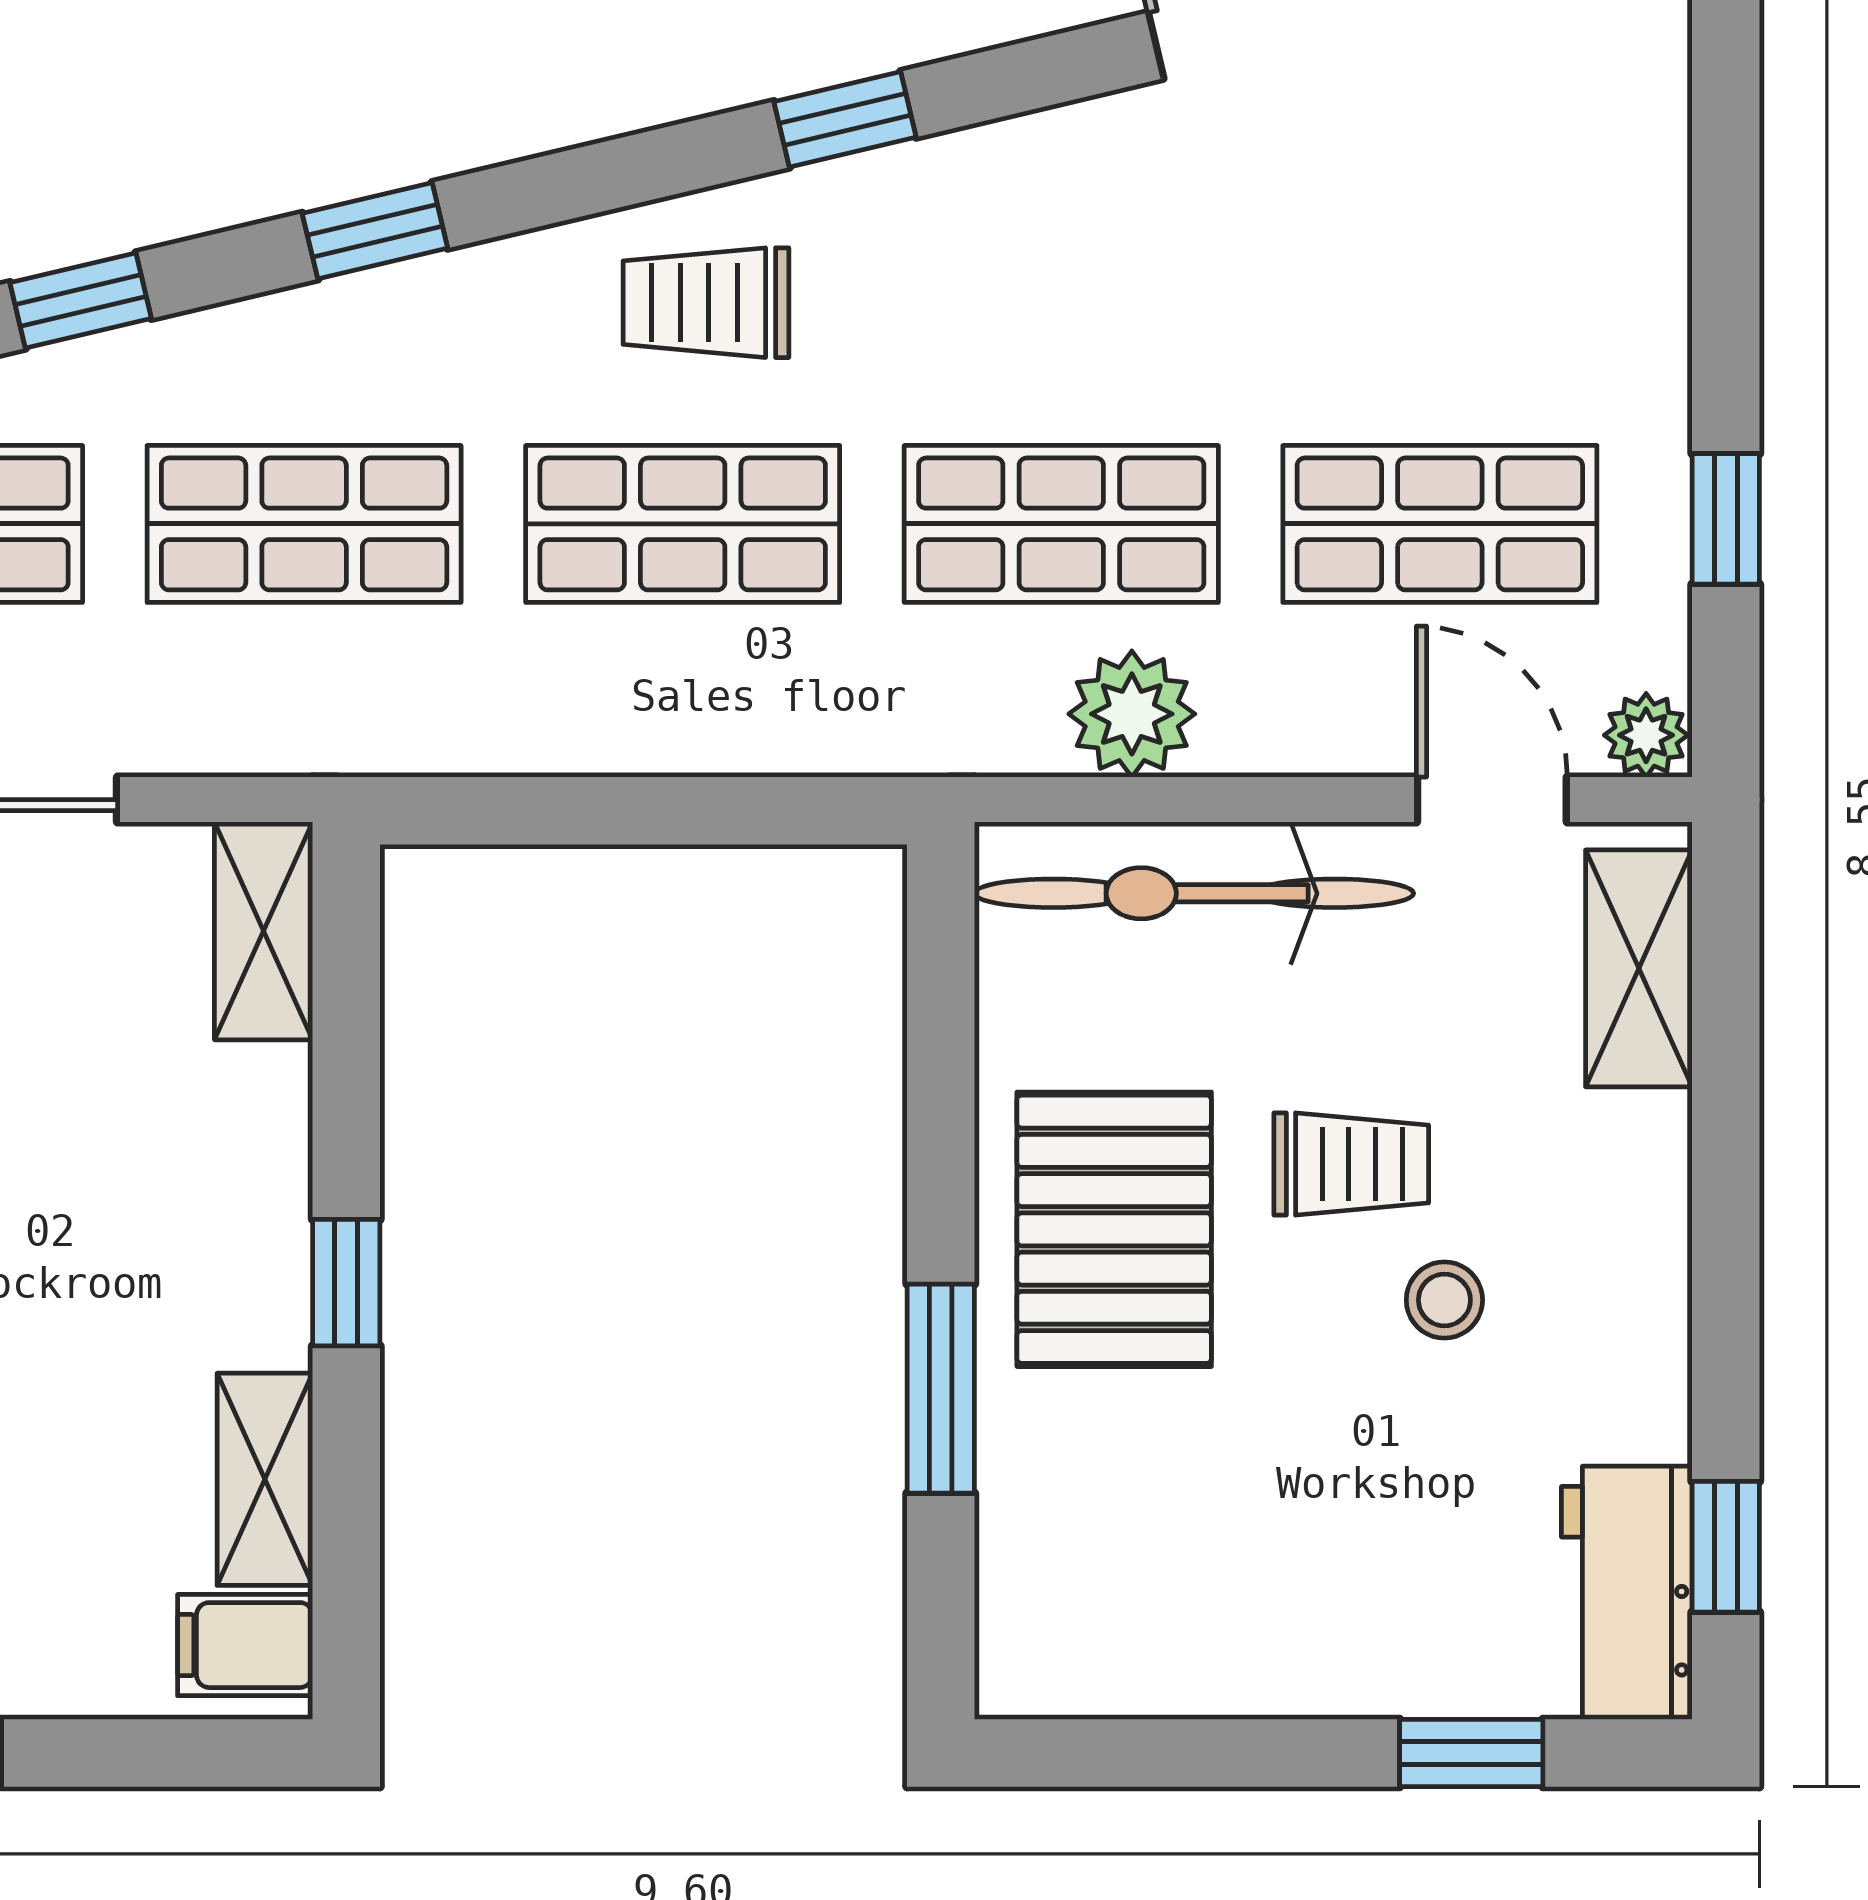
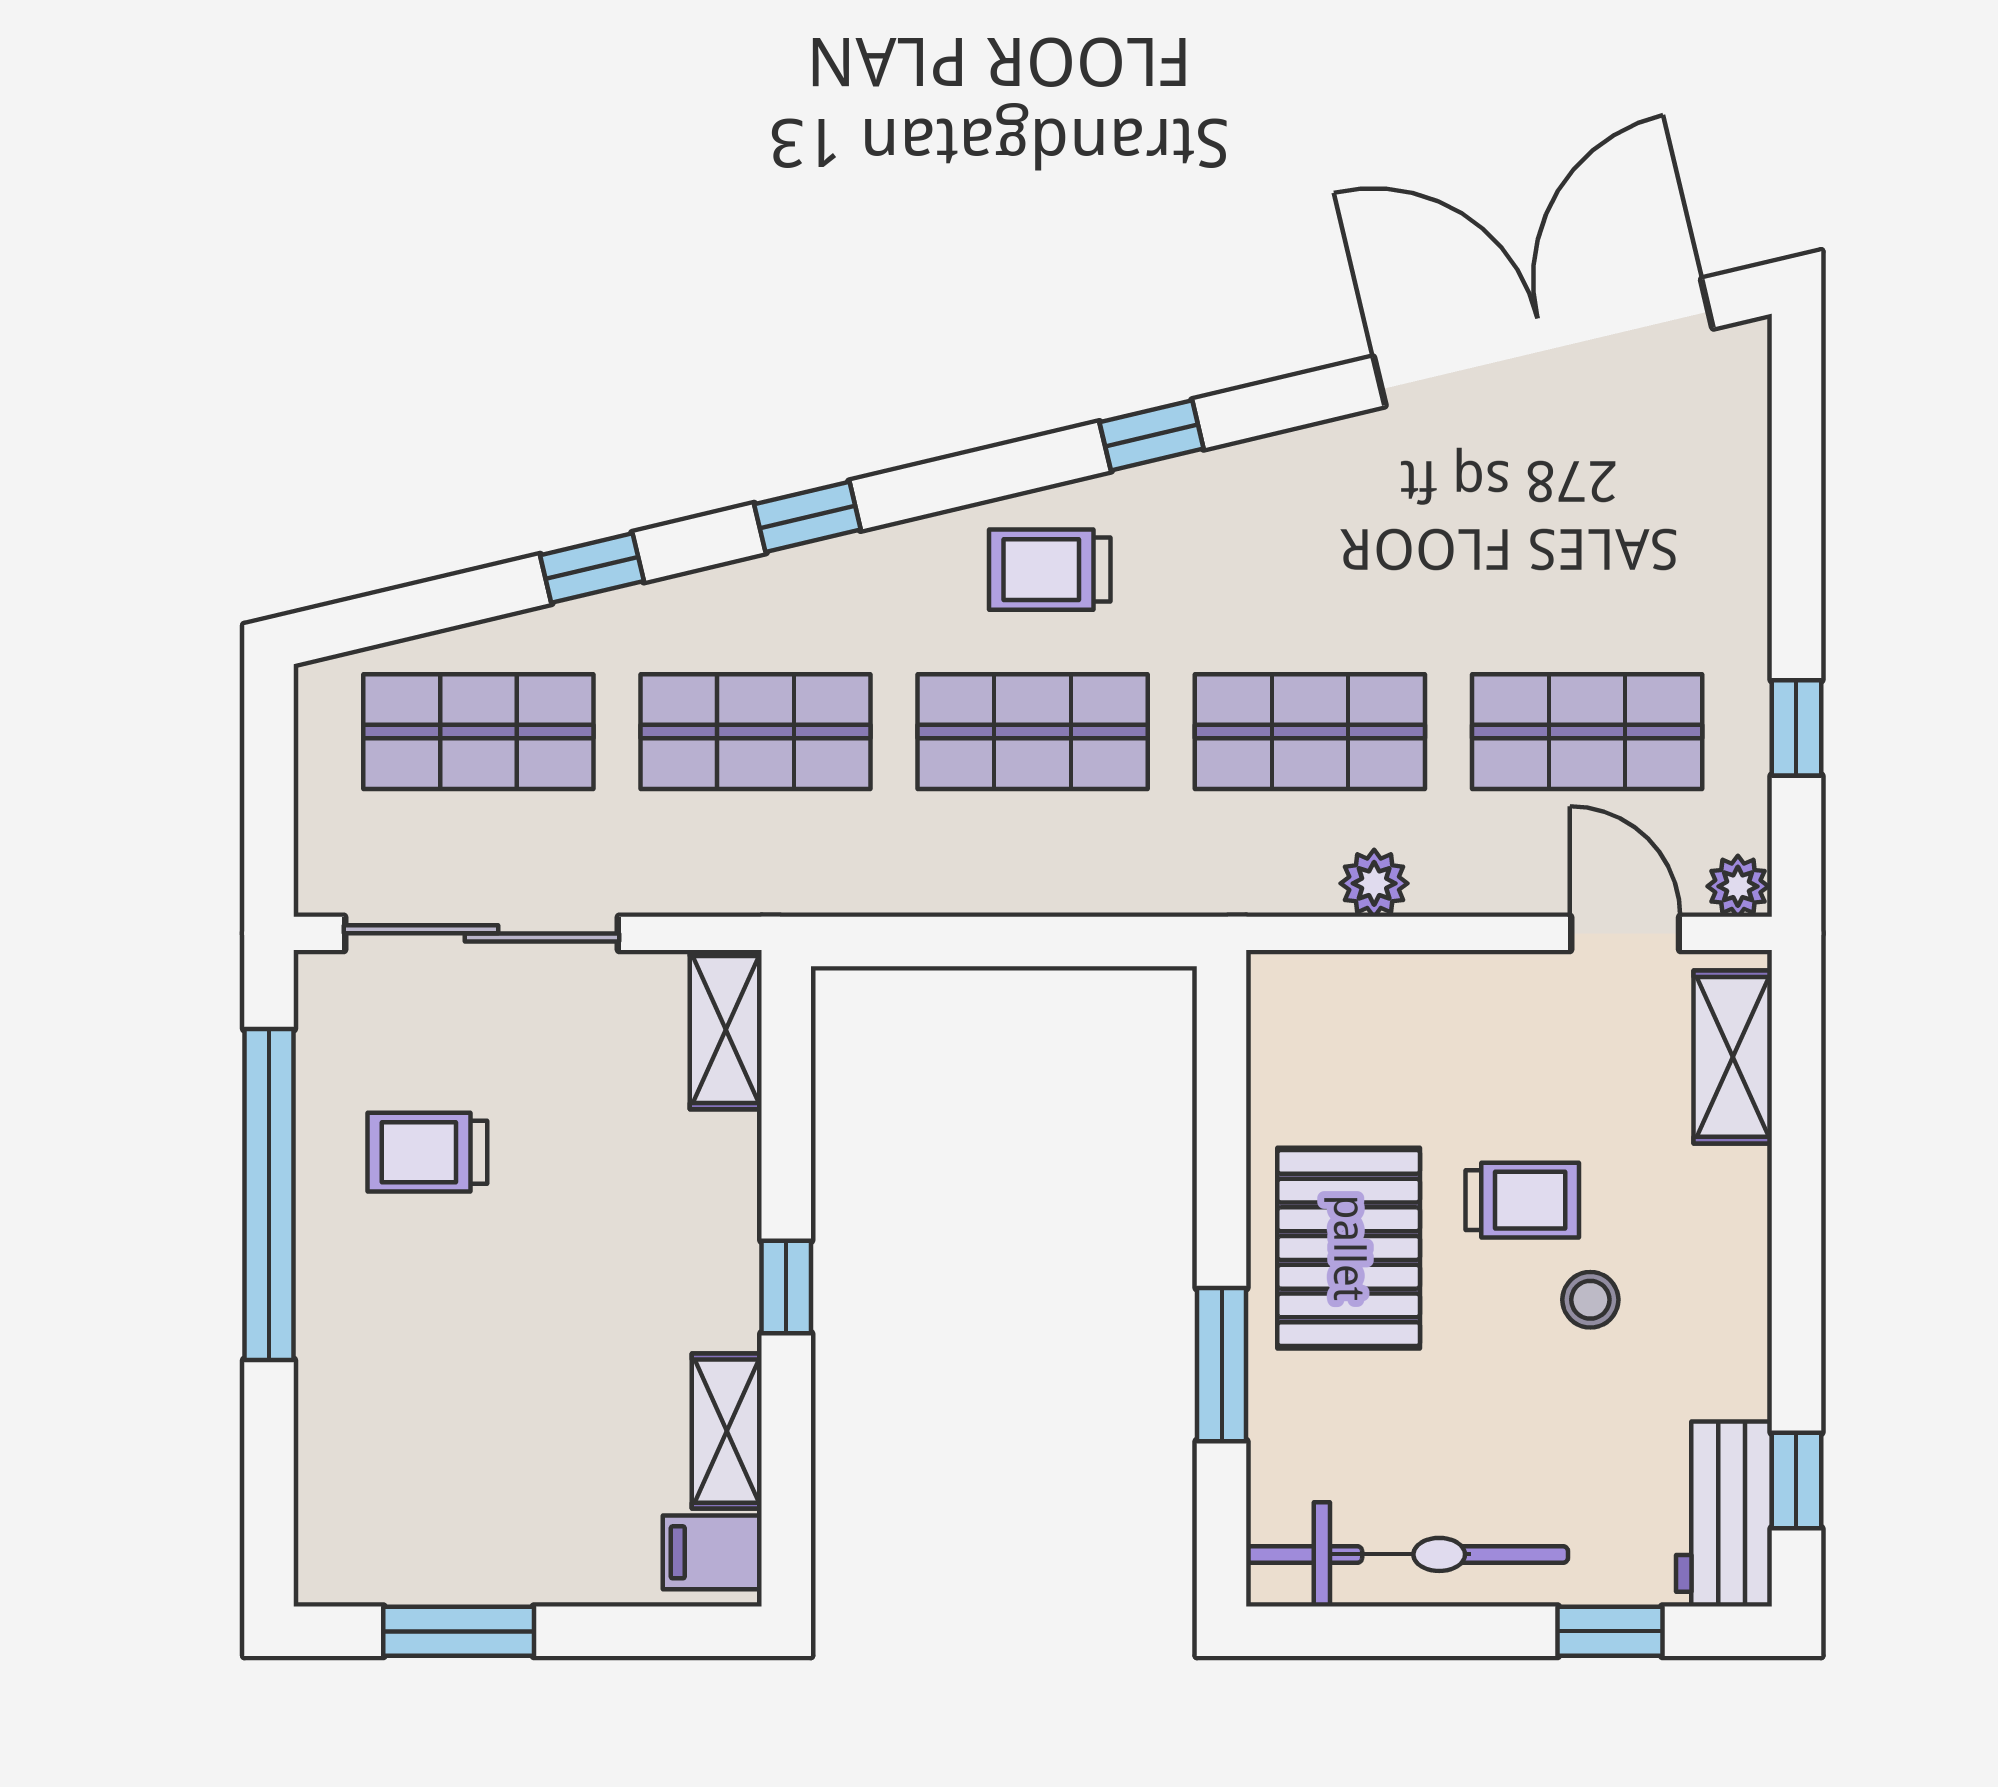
plant: (1132, 714) -> (1374, 883), width x0.73, depth x0.73
bicycle: (1194, 893) -> (1407, 1554), moved, turned 180

